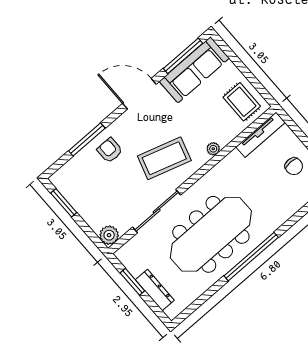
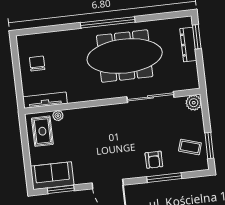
window: (183, 56) -> (61, 189), width x0.69
sofa: (194, 70) -> (52, 176), width x0.73
plant: (213, 149) -> (58, 116), moved
coffee table: (164, 158) -> (190, 147), moved, width x0.54, depth x0.58
window: (132, 282) -> (197, 37), moved

